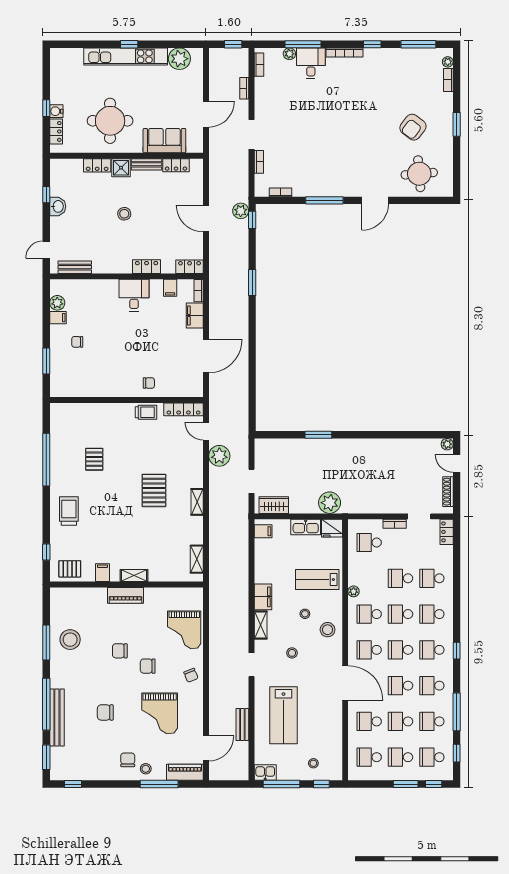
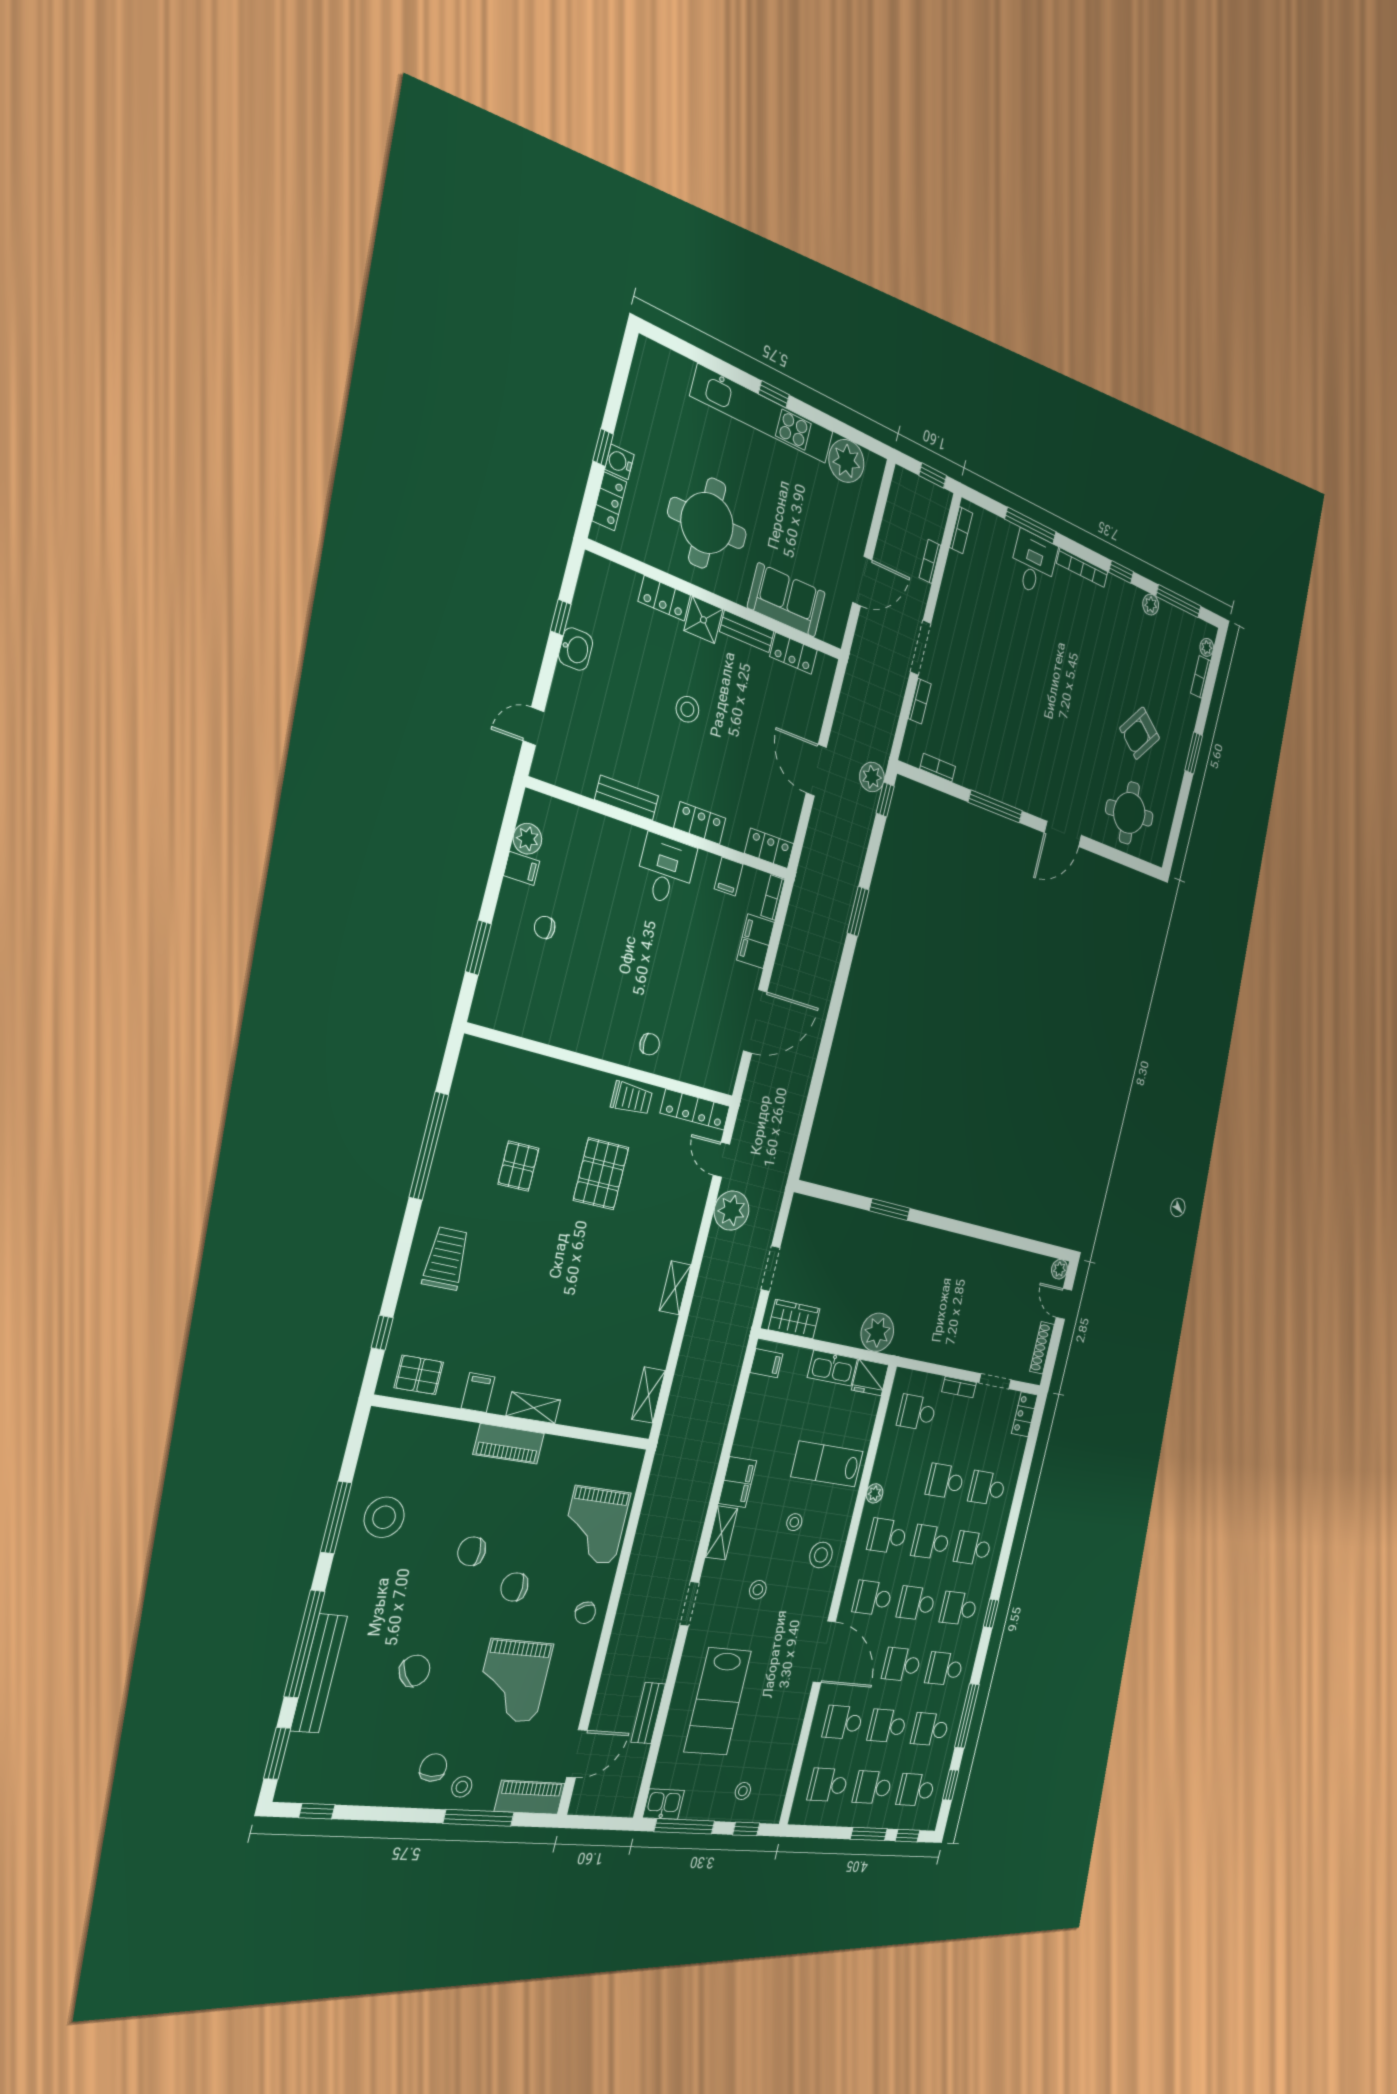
plant: (289, 54) -> (1151, 605), moved
bench: (75, 267) -> (627, 798), moved
pallet: (154, 490) -> (601, 1174), moved
chair: (105, 712) -> (415, 1671), turned 147

